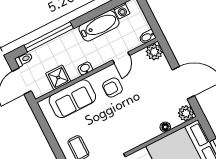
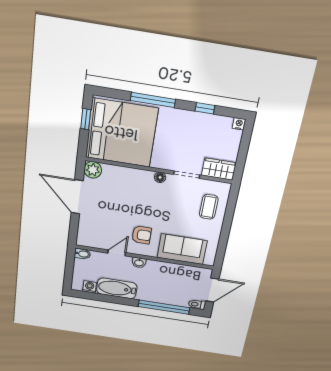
plant: (154, 52) -> (85, 239), removed
washbasin: (85, 68) -> (139, 263), moved
shower: (58, 77) -> (181, 273), removed
floor lamp: (165, 127) -> (160, 177), moved

